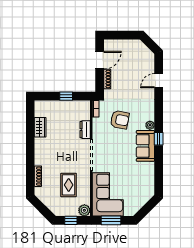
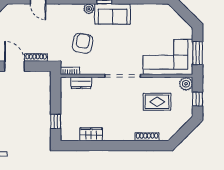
window: (66, 96) -> (56, 121), moved
dresser: (85, 130) -> (81, 83), moved

